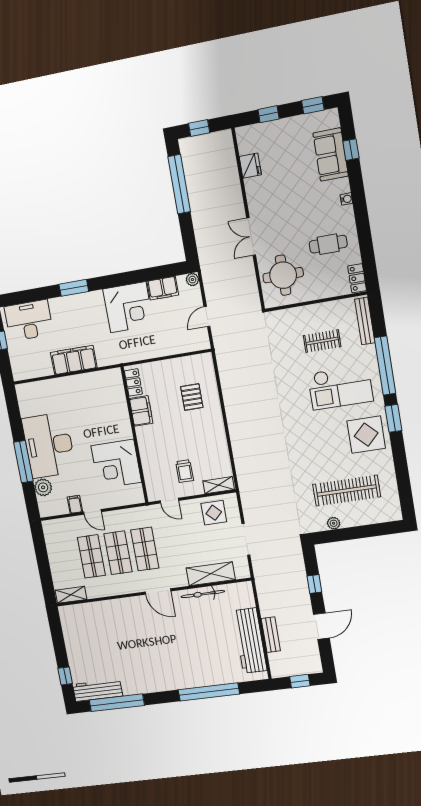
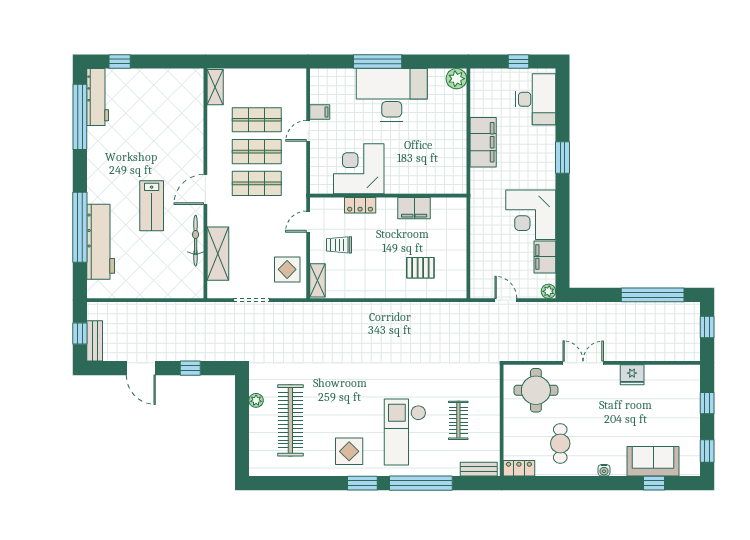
fridge: (250, 166) -> (632, 375), moved
bench: (365, 321) -> (479, 469), width x0.73
locker: (133, 382) -> (360, 205), moved
display table: (366, 435) -> (349, 451), width x0.73, depth x0.73
plant: (43, 487) -> (456, 79), moved
lab bench: (180, 635) -> (152, 206), added
bench: (271, 635) -> (95, 341), moved, turned 90
workbench: (250, 641) -> (101, 242), moved, turned 90

